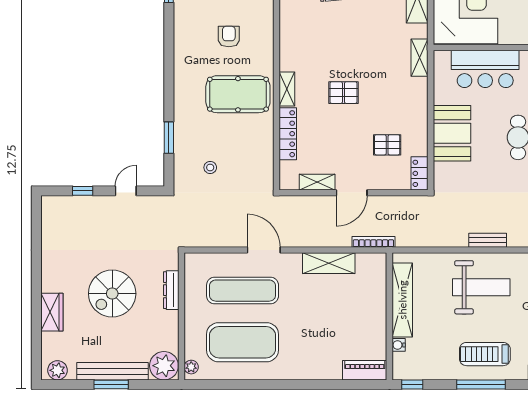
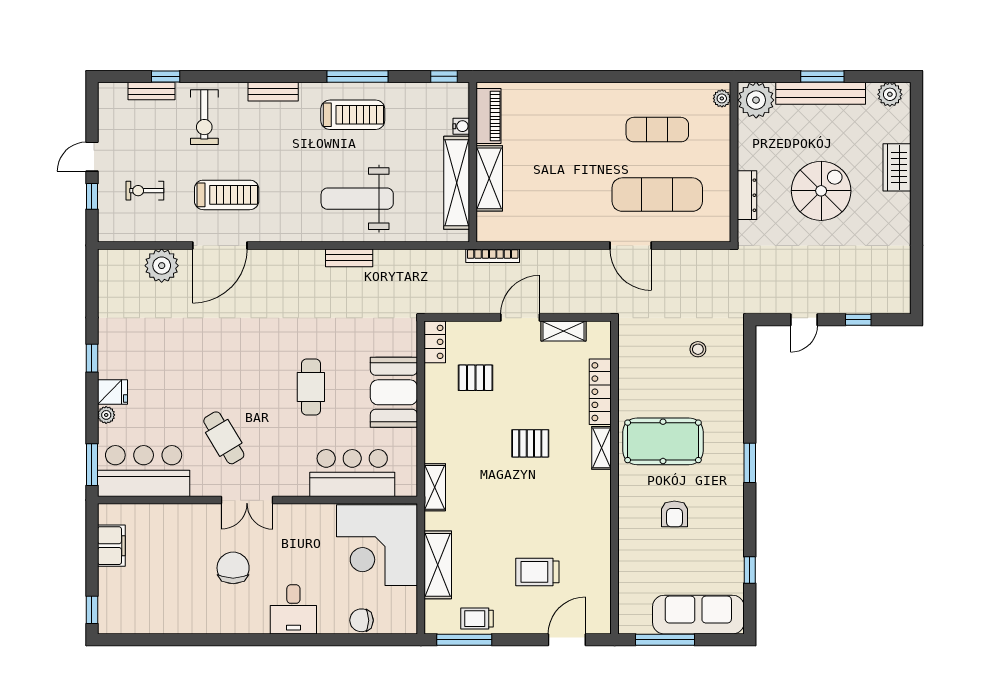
window: (169, 138) -> (750, 463), moved
shelving: (329, 263) -> (489, 178), moved, turned 90
exercise mat: (243, 342) -> (657, 130), width x0.50, depth x0.69
piano: (365, 370) -> (488, 116), moved, turned -90

